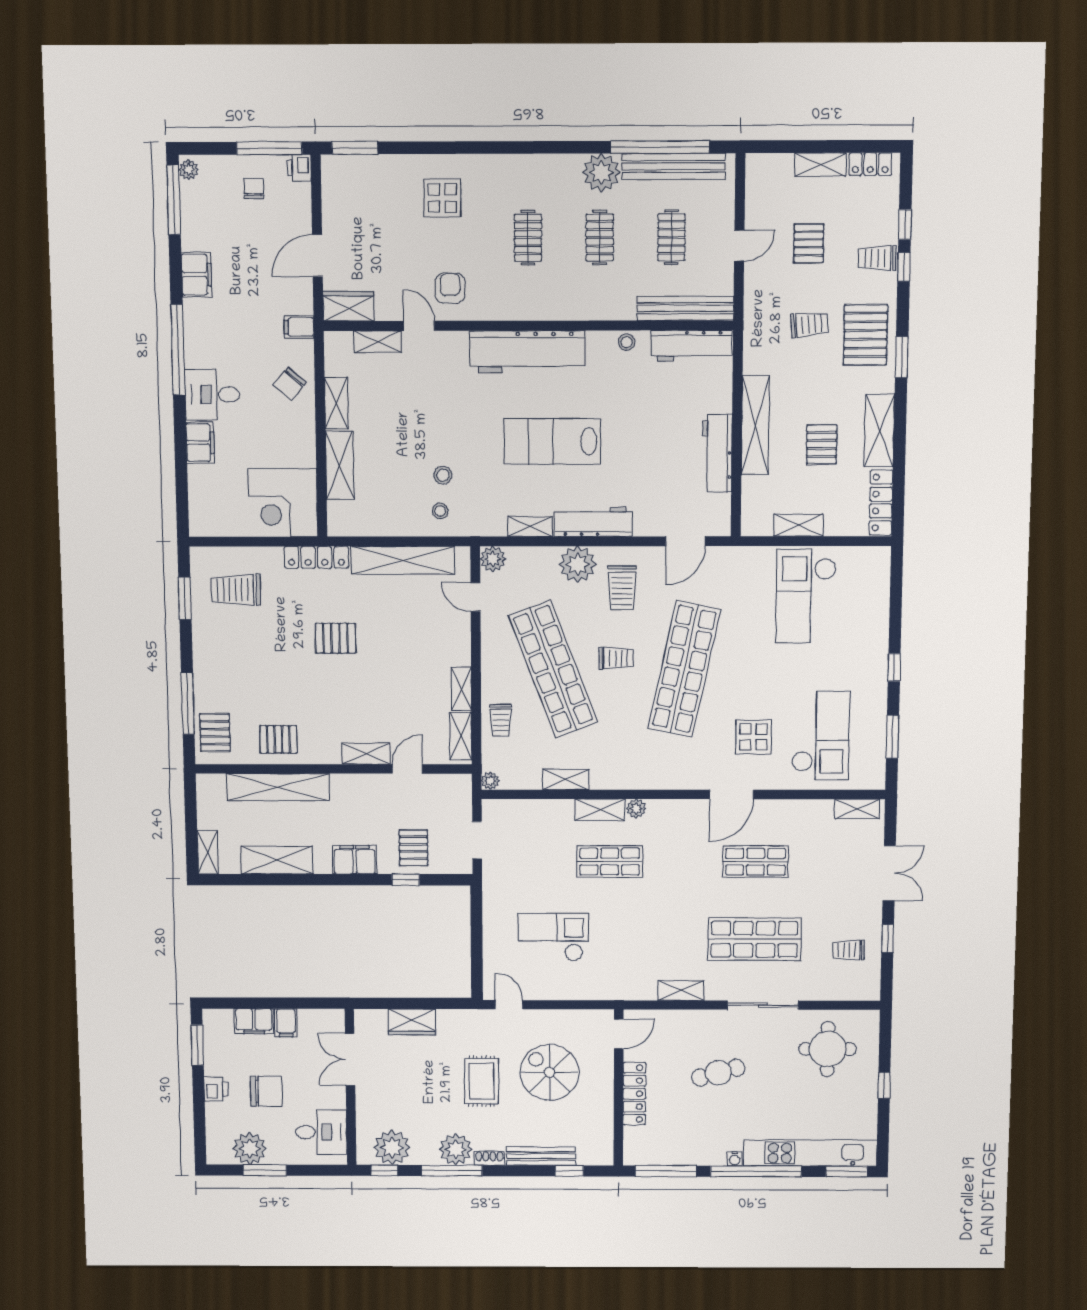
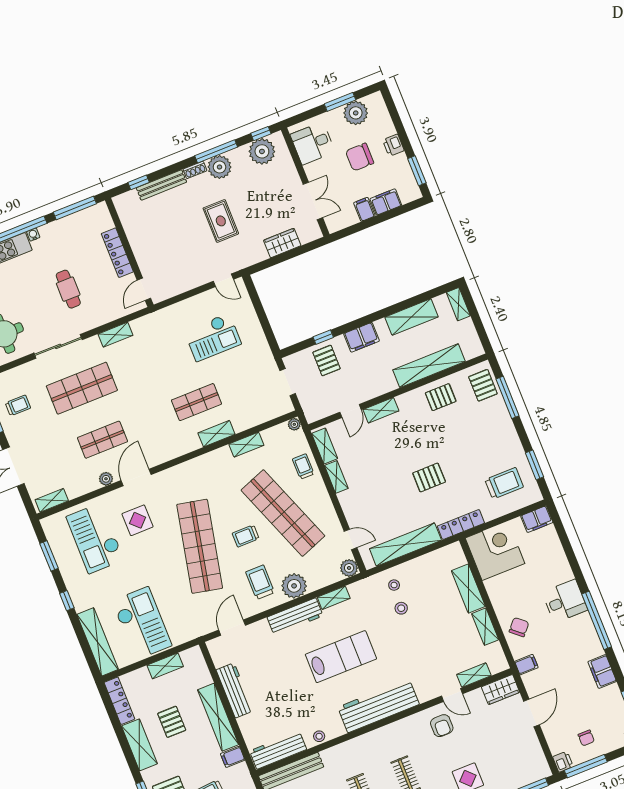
filing cabinet: (758, 362) -> (233, 757), added
filing cabinet: (200, 443) -> (537, 519), moved, turned -90
shelving: (877, 595) -> (98, 642), added
plant: (636, 808) -> (106, 479), moved
spiral stairs: (549, 1072) -> (179, 245), removed
cafe table: (718, 1073) -> (68, 289), turned -74

